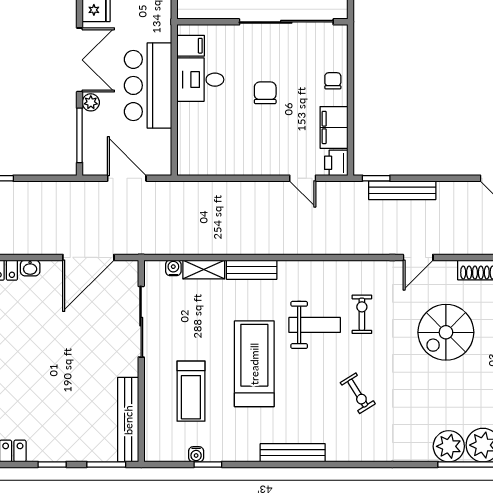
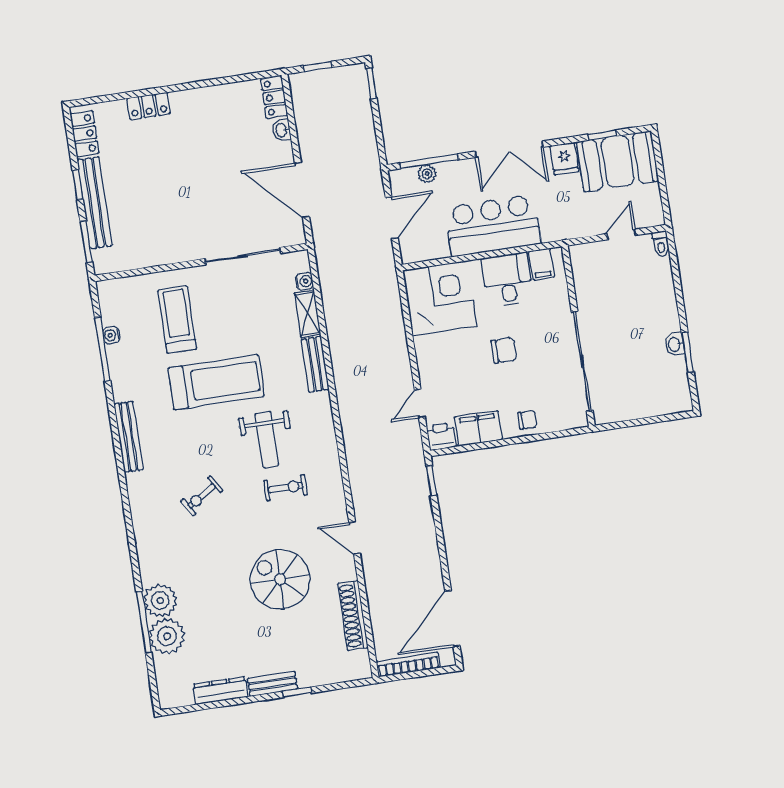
plant: (91, 102) -> (427, 174), moved
corner desk: (208, 145) -> (440, 298), added
bench: (402, 190) -> (423, 511), removed
treadmill: (191, 391) -> (177, 320), turned 90
bench: (128, 420) -> (95, 203), moved, turned 90
window: (208, 464) -> (103, 349), width x2.17

